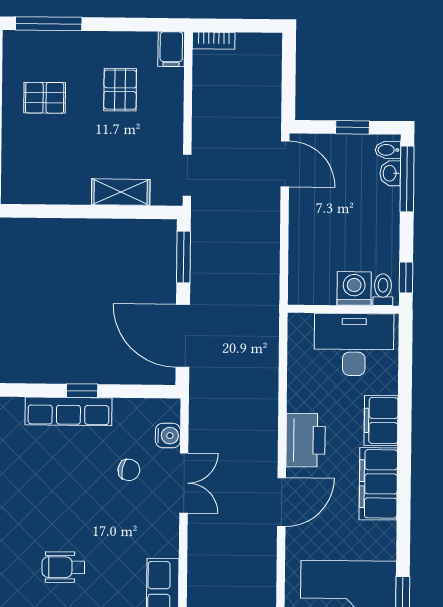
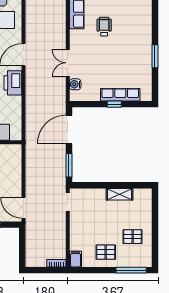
pallet: (120, 90) -> (106, 252), moved, turned 90
shelving: (121, 192) -> (120, 194), moved
door: (183, 336) -> (69, 129), swing flipped
chair: (129, 470) -> (93, 69), removed
wheelchair: (63, 567) -> (104, 27), moved, turned -90

